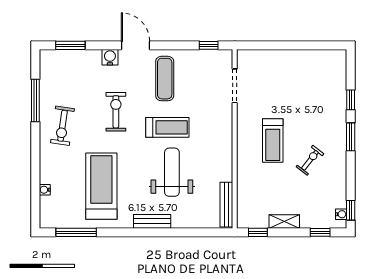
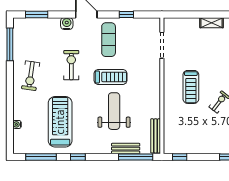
window: (209, 45) -> (126, 14), moved
window: (35, 101) -> (10, 44), moved
bench: (152, 221) -> (126, 149), moved
shelving: (284, 222) -> (212, 23), moved
window: (125, 232) -> (78, 157), added
window: (200, 232) -> (136, 157), added

